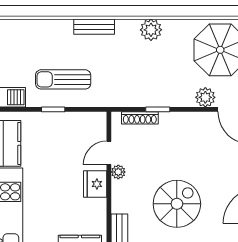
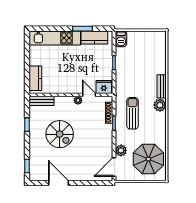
plant: (151, 30) -> (160, 105), moved
sun lounger: (63, 79) -> (132, 113), moved
fridge: (95, 184) -> (104, 87), moved

